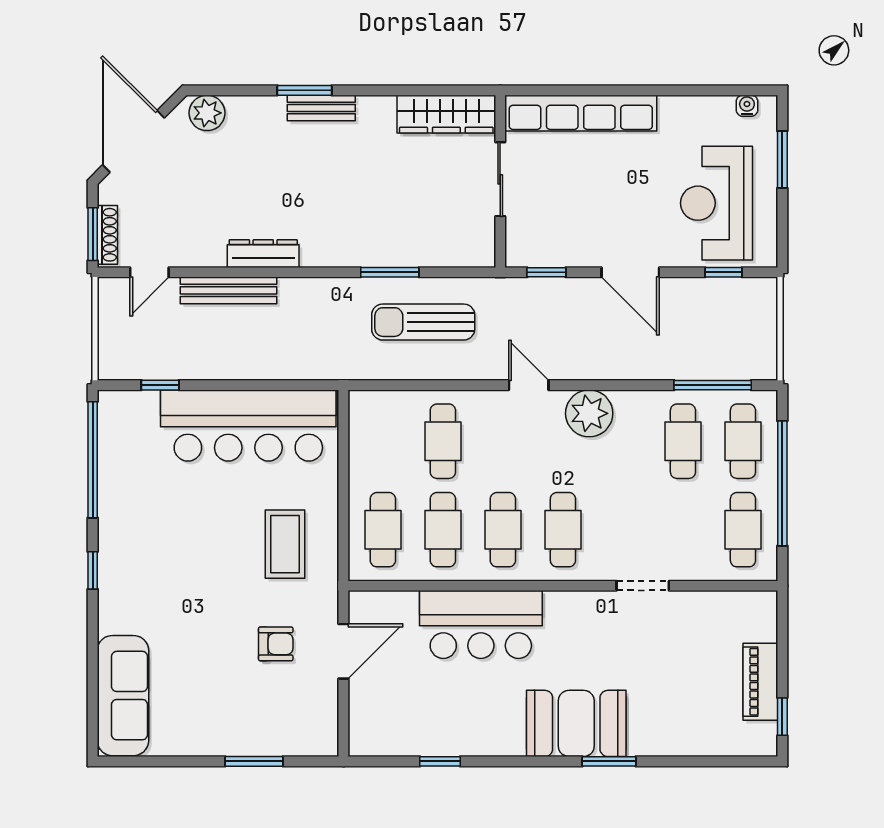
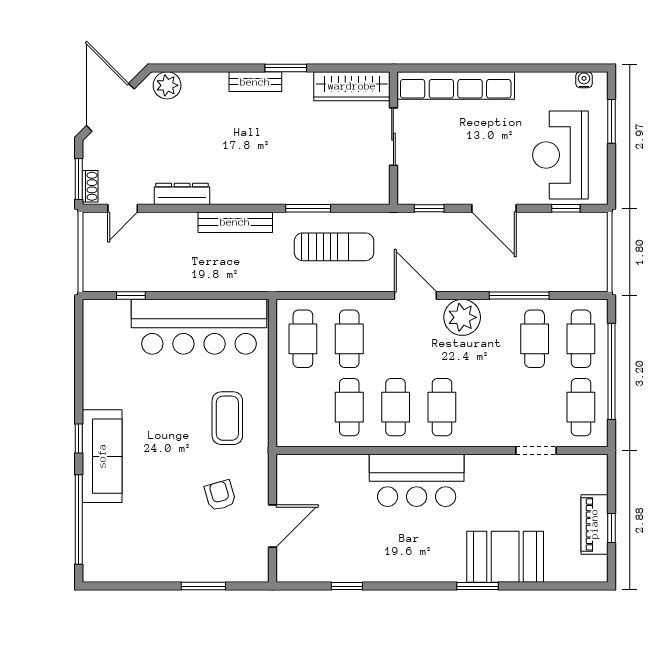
window: (305, 90) -> (286, 68), moved
shoe rack: (107, 235) -> (90, 186), width x0.70
dresser: (263, 254) -> (182, 194), moved
bench: (229, 290) -> (235, 222), moved
sun lounger: (423, 322) -> (334, 247), turned 180
door: (529, 385) -> (415, 295), width x1.38
window: (713, 385) -> (519, 295), moved
window: (93, 460) -> (79, 519), moved
cafe table: (383, 530) -> (303, 339), moved
doorway: (643, 586) -> (536, 450), moved
bar counter: (481, 625) -> (417, 480), moved
armchair: (276, 644) -> (220, 495), turned -106
door: (343, 651) -> (272, 526), moved
sofa: (123, 696) -> (102, 456), moved
window: (782, 717) -> (611, 528), moved
booth: (576, 723) -> (505, 557), moved

